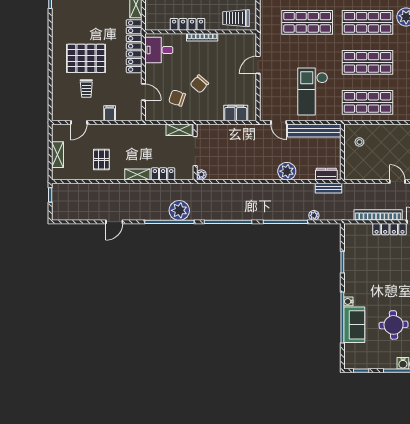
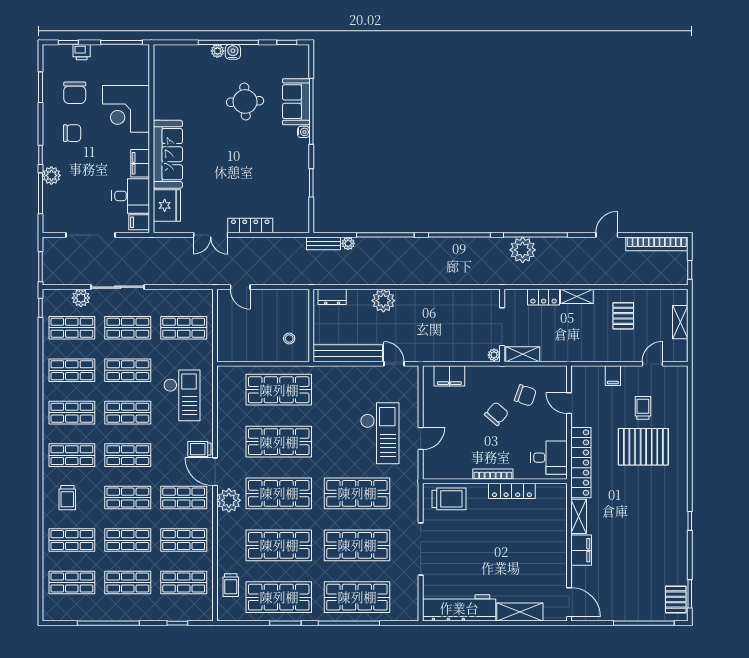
checkout: (313, 91) -> (380, 433), moved
plant: (201, 174) -> (494, 355), moved
bench: (328, 188) -> (323, 243), moved
bookcase: (378, 215) -> (657, 244), moved

